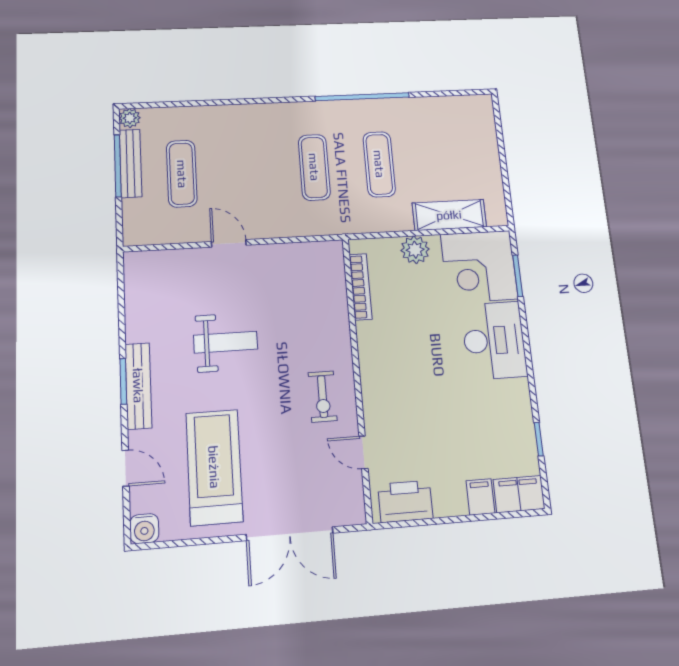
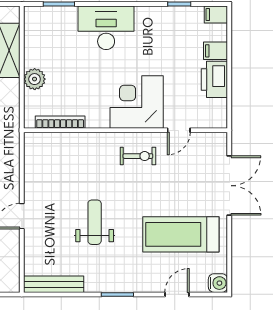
corner desk: (479, 267) -> (137, 102), moved, turned 180
bench: (138, 386) -> (54, 284), moved
filing cabinet: (519, 494) -> (216, 15), width x0.50
printer: (405, 501) -> (214, 79), moved

